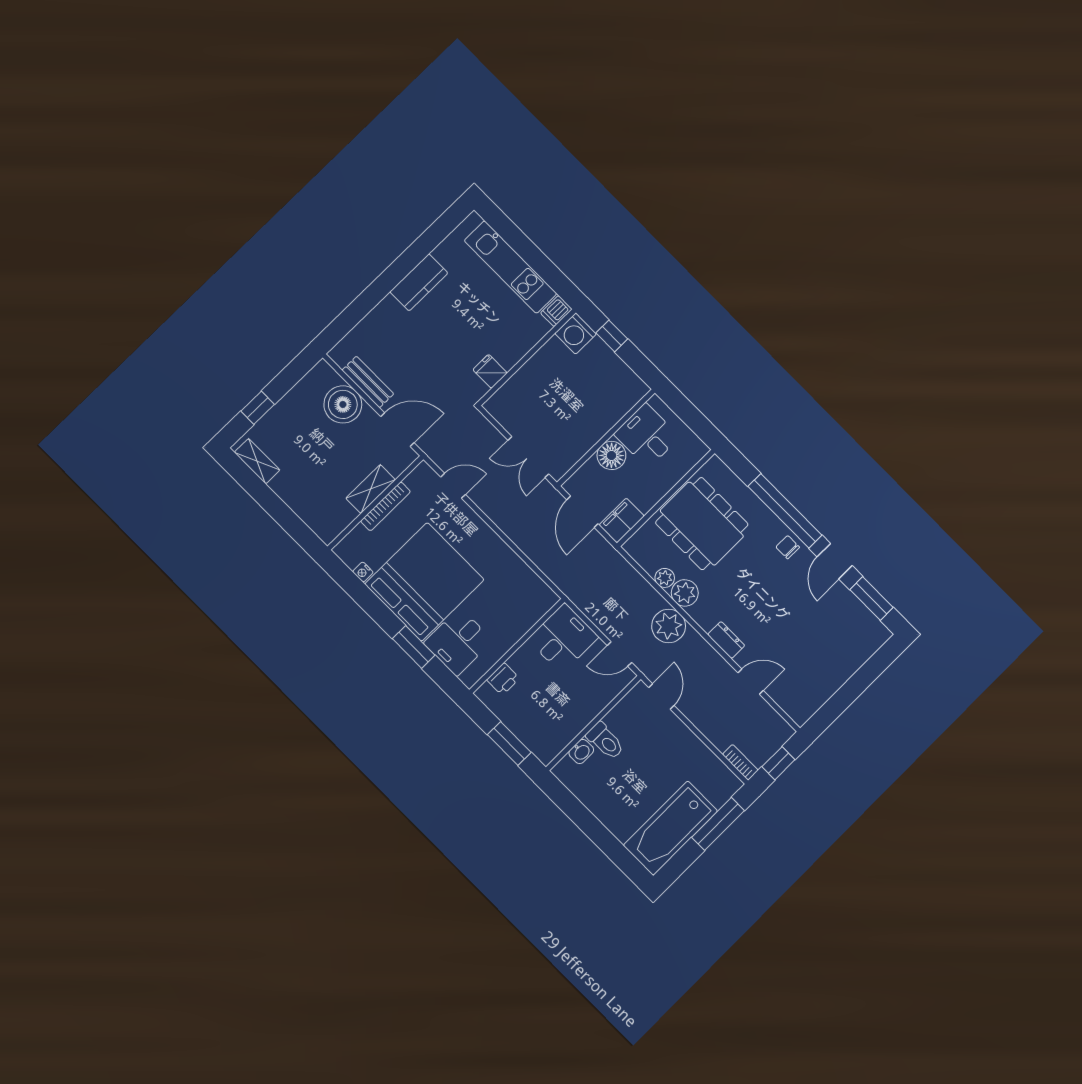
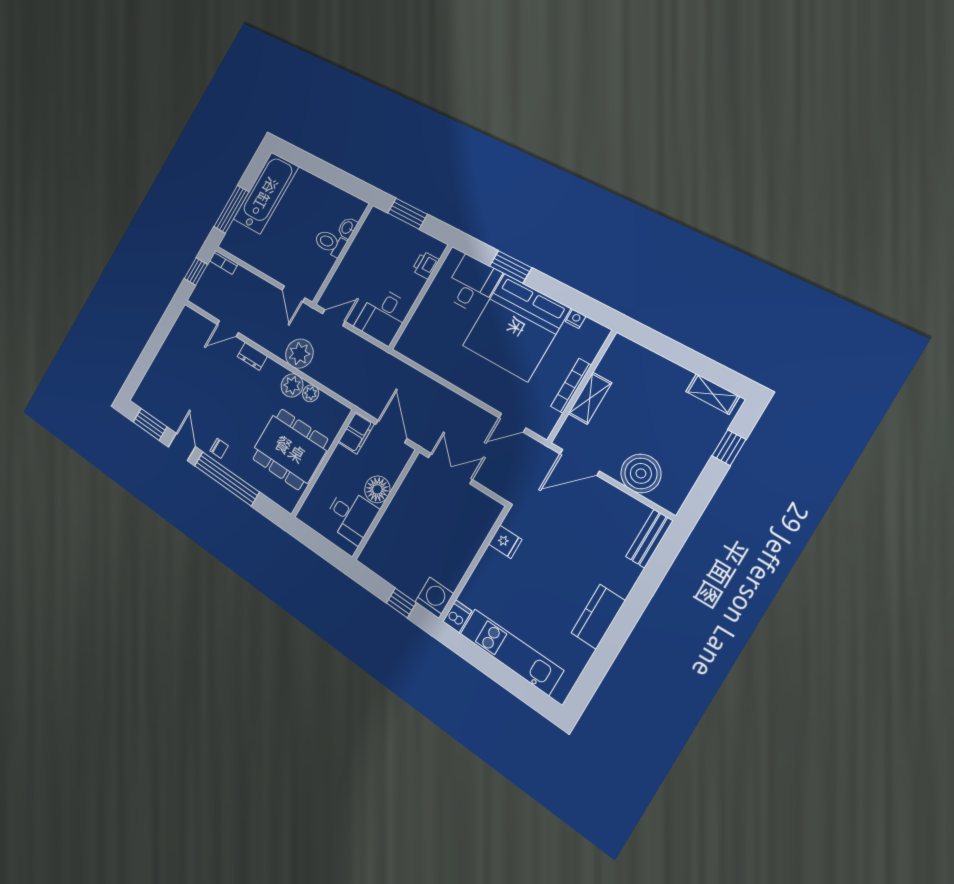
bench: (368, 382) -> (649, 539), moved, turned 90

